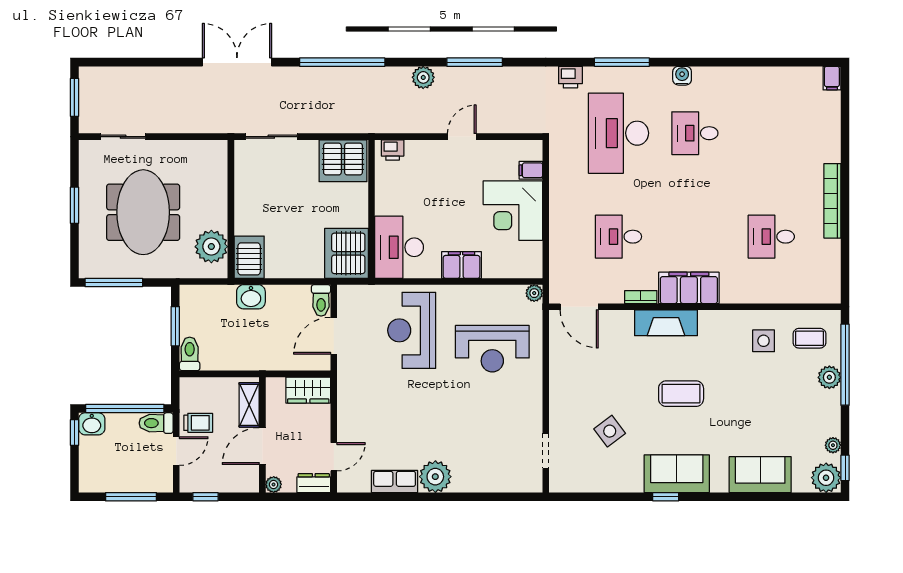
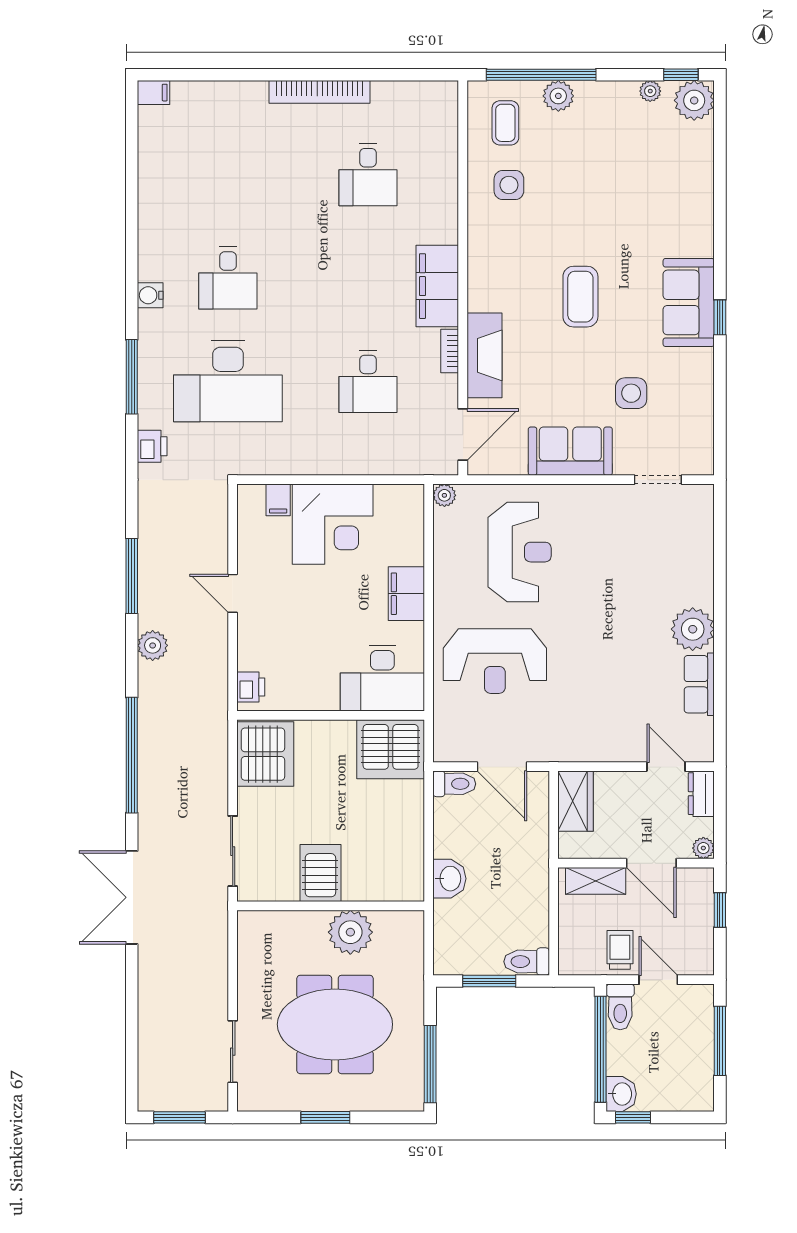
plant: (211, 247) -> (350, 932), moved
server rack: (249, 257) -> (320, 873), moved, turned 90
fireplace: (666, 323) -> (485, 355), moved
side table: (610, 431) -> (631, 393), turned 37
sofa: (760, 475) -> (570, 451), moved, turned 90
window: (206, 497) -> (720, 910), moved

